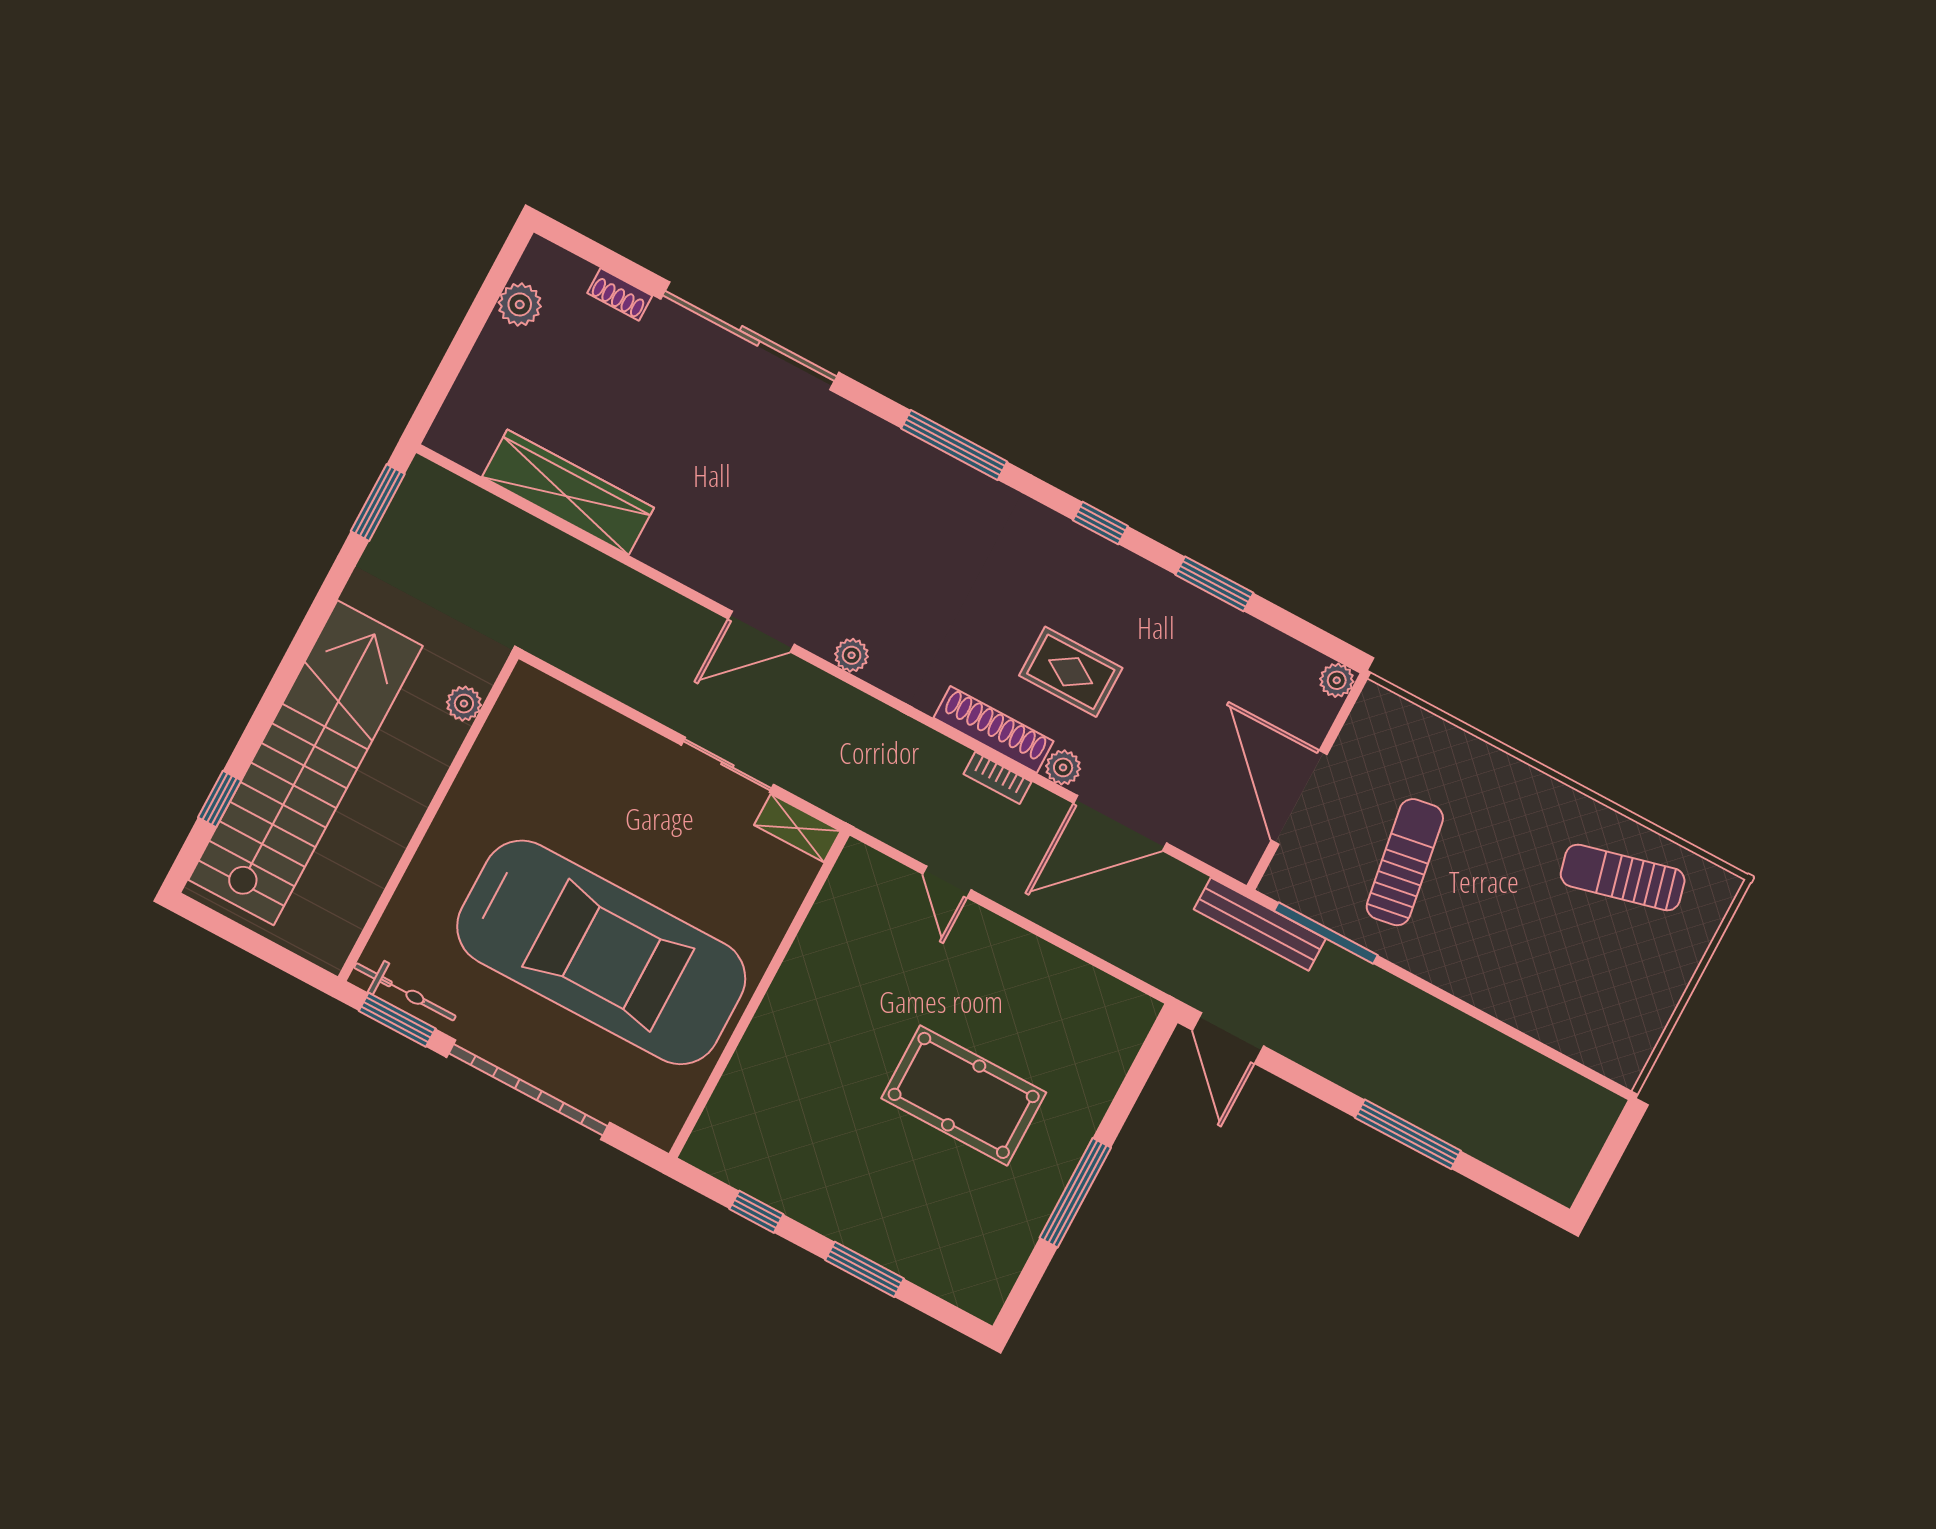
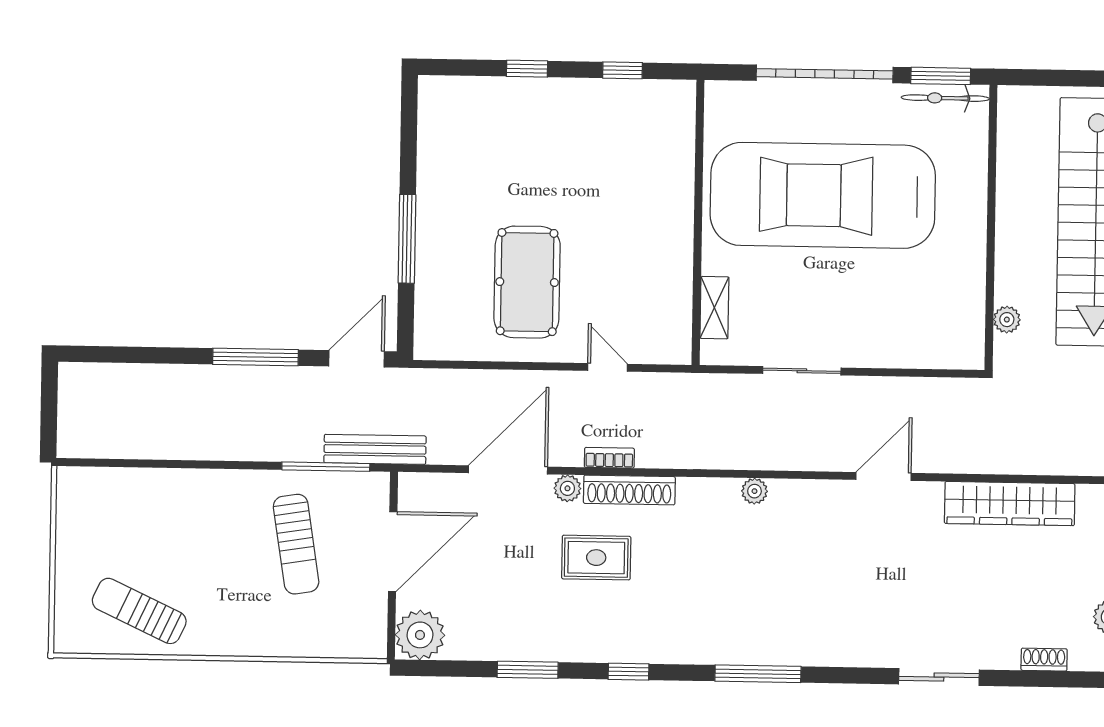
sliding door: (750, 336) -> (939, 677), width x0.54
door: (761, 632) -> (884, 476), moved
plant: (1337, 680) -> (420, 635), width x1.87, depth x1.87
door: (1299, 797) -> (393, 552), hinge flipped
shelving: (797, 828) -> (714, 308), moved, turned 90
sun lounger: (1623, 877) -> (139, 611), turned -141
door: (1228, 1038) -> (356, 359), hinge flipped
pool table: (964, 1095) -> (527, 282), moved, turned 90
window: (1408, 1134) -> (255, 357), moved
window: (1075, 1193) -> (407, 239), moved
window: (865, 1269) -> (527, 69), width x0.67

